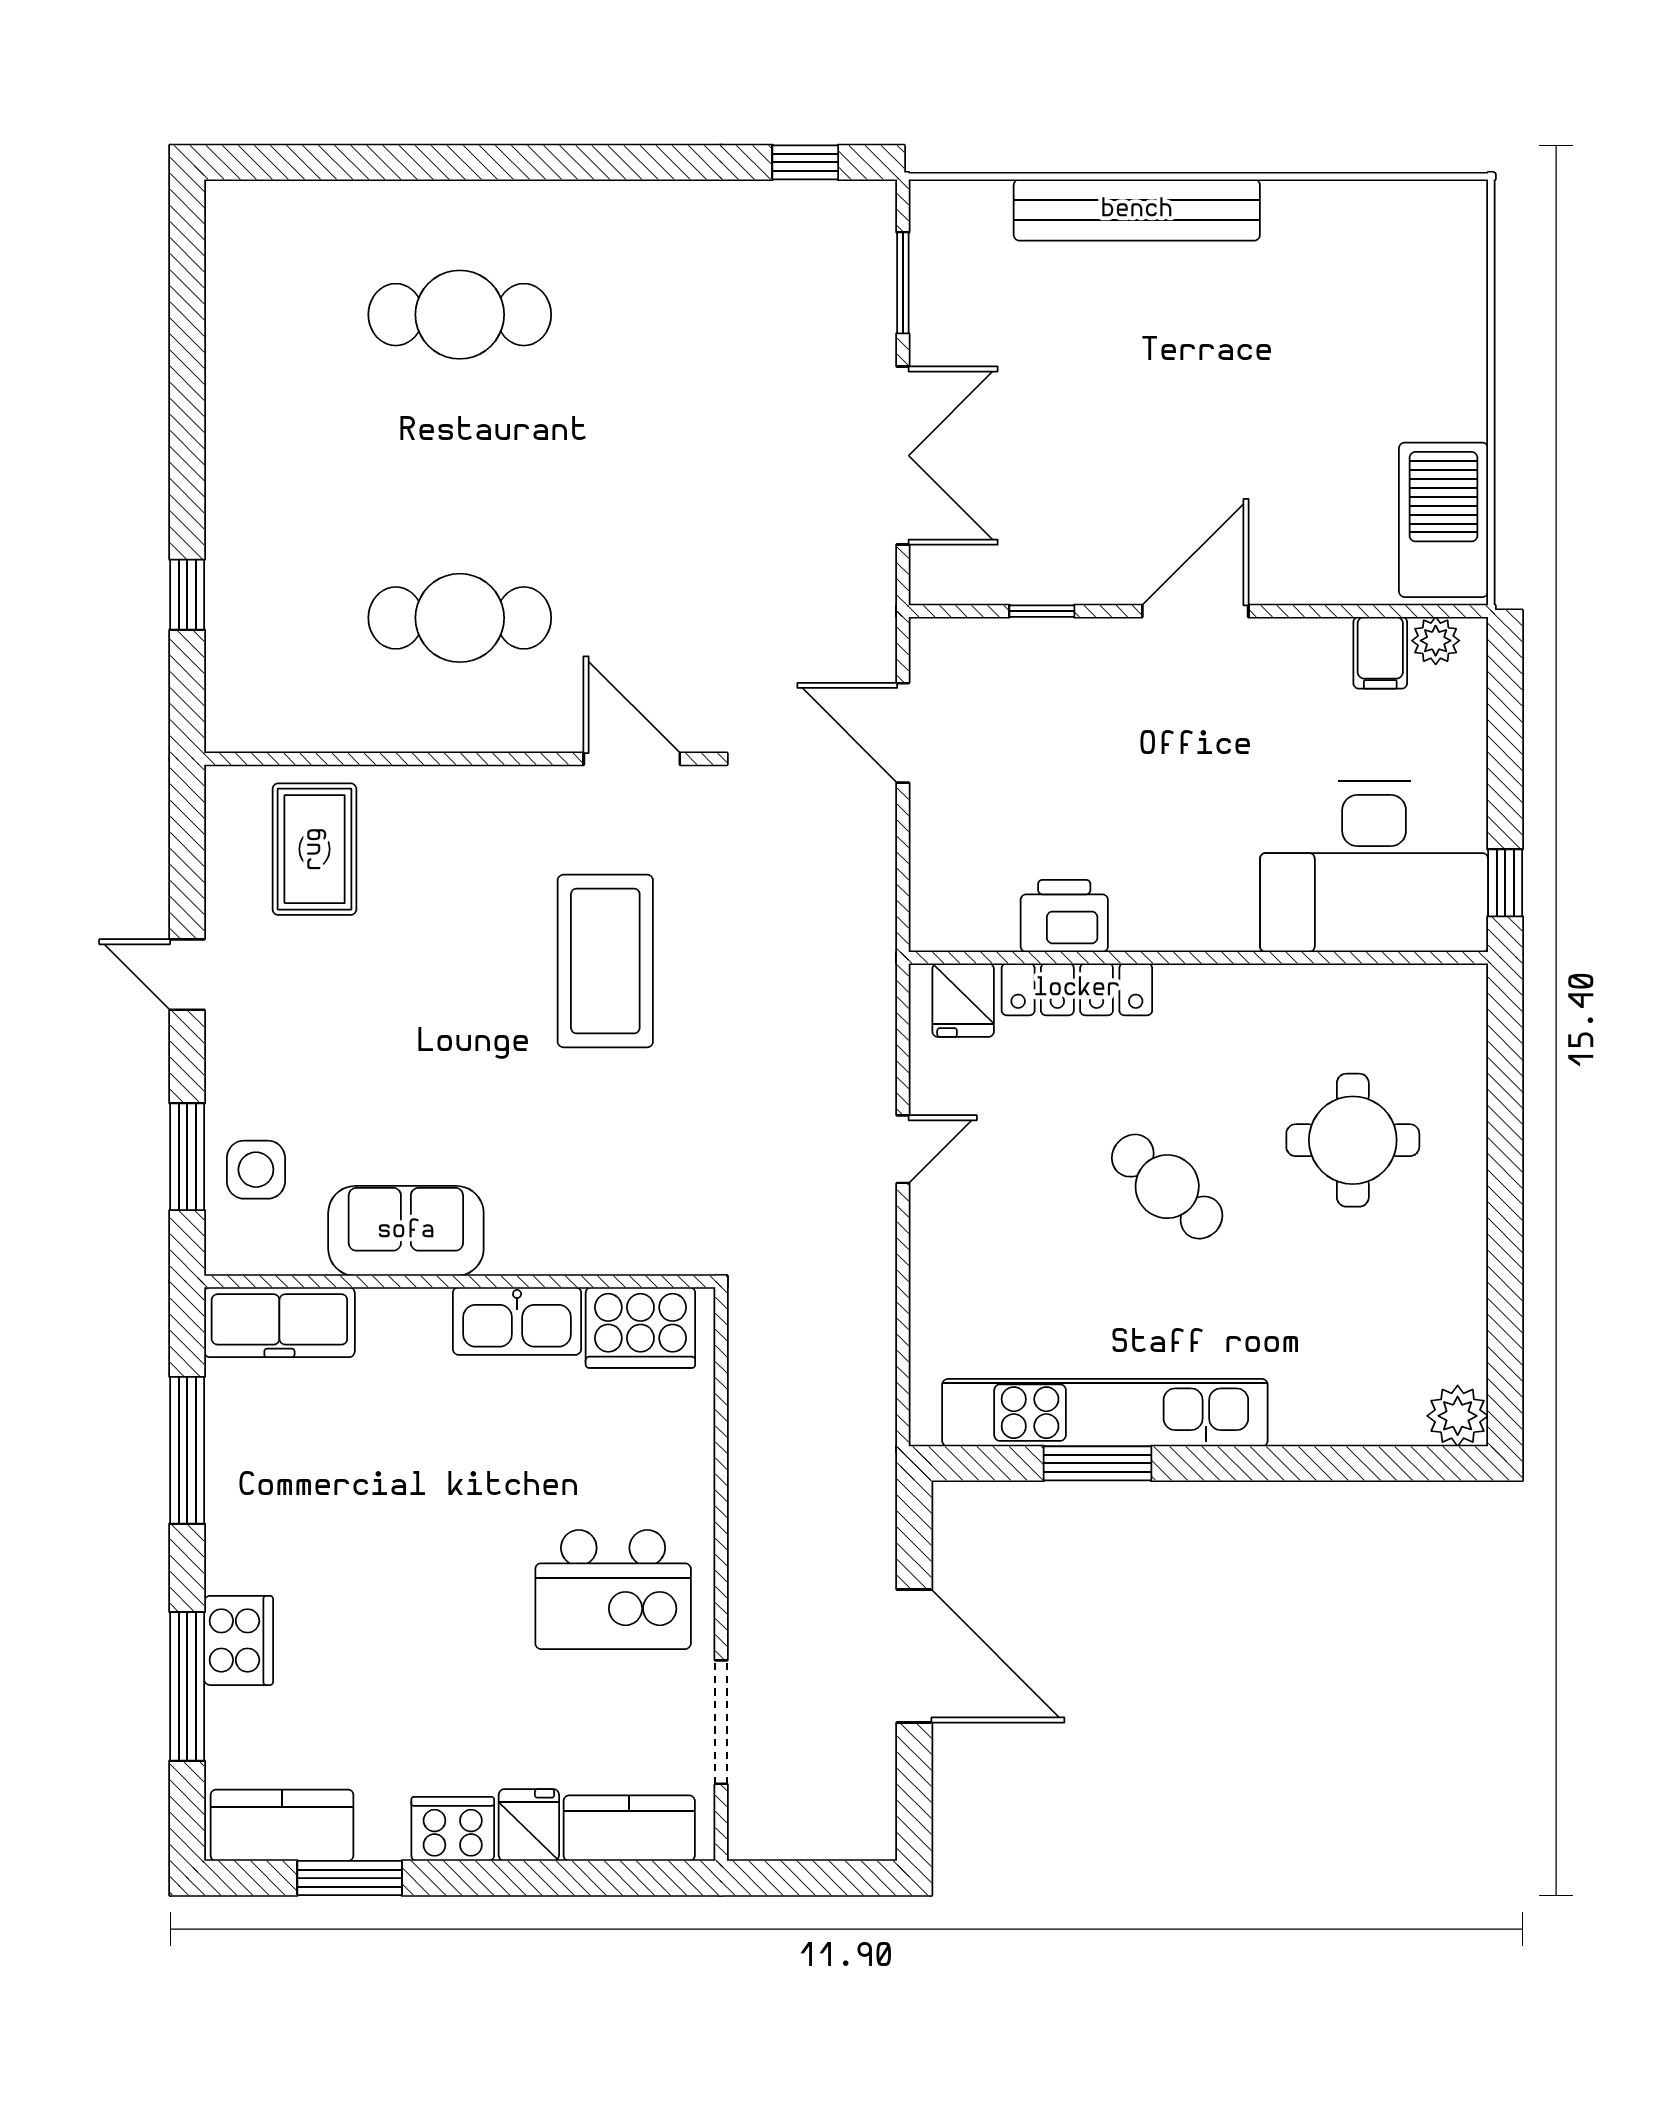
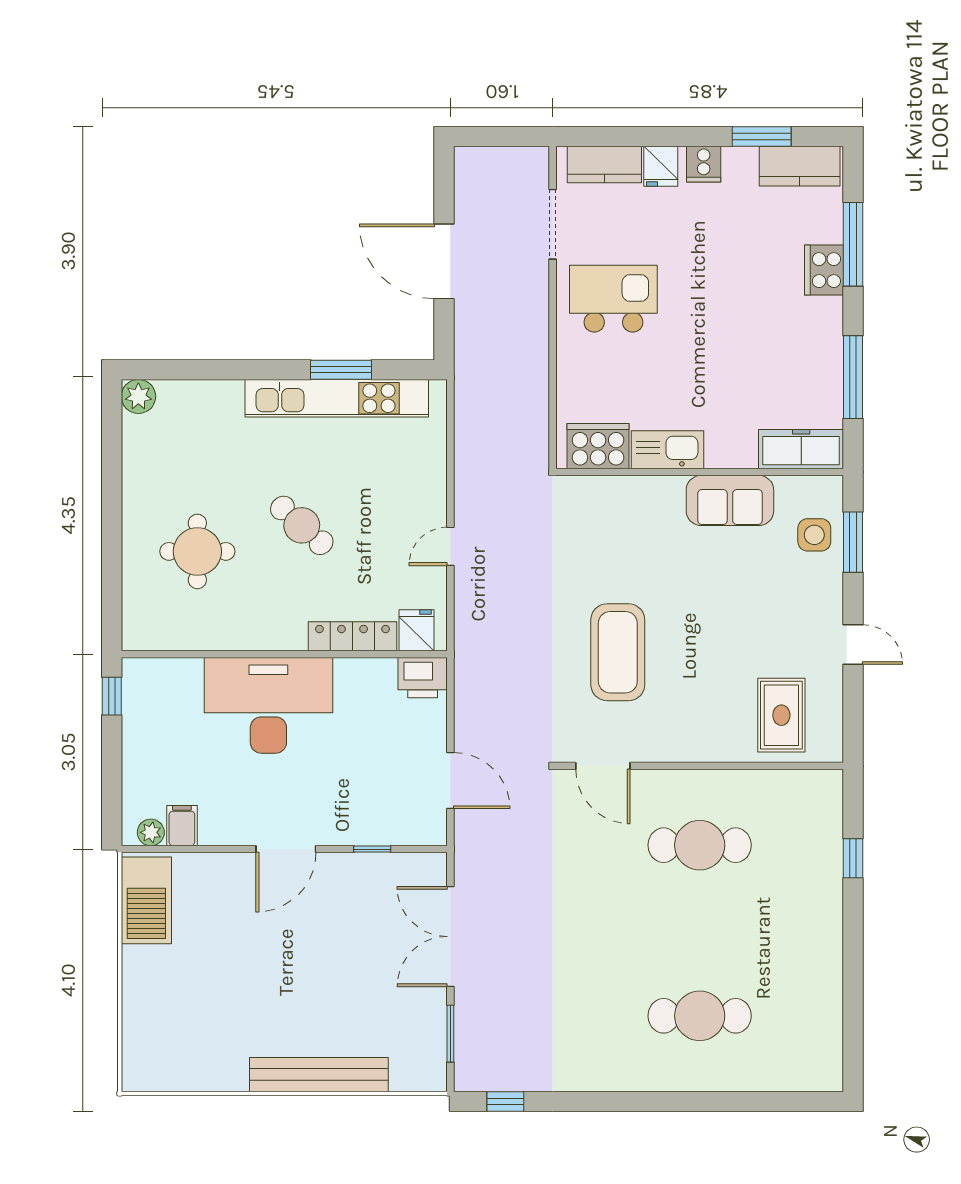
desk: (1374, 867) -> (268, 705), moved
printer: (1064, 916) -> (423, 678), moved
cooker: (453, 1829) -> (704, 164), width x0.73

